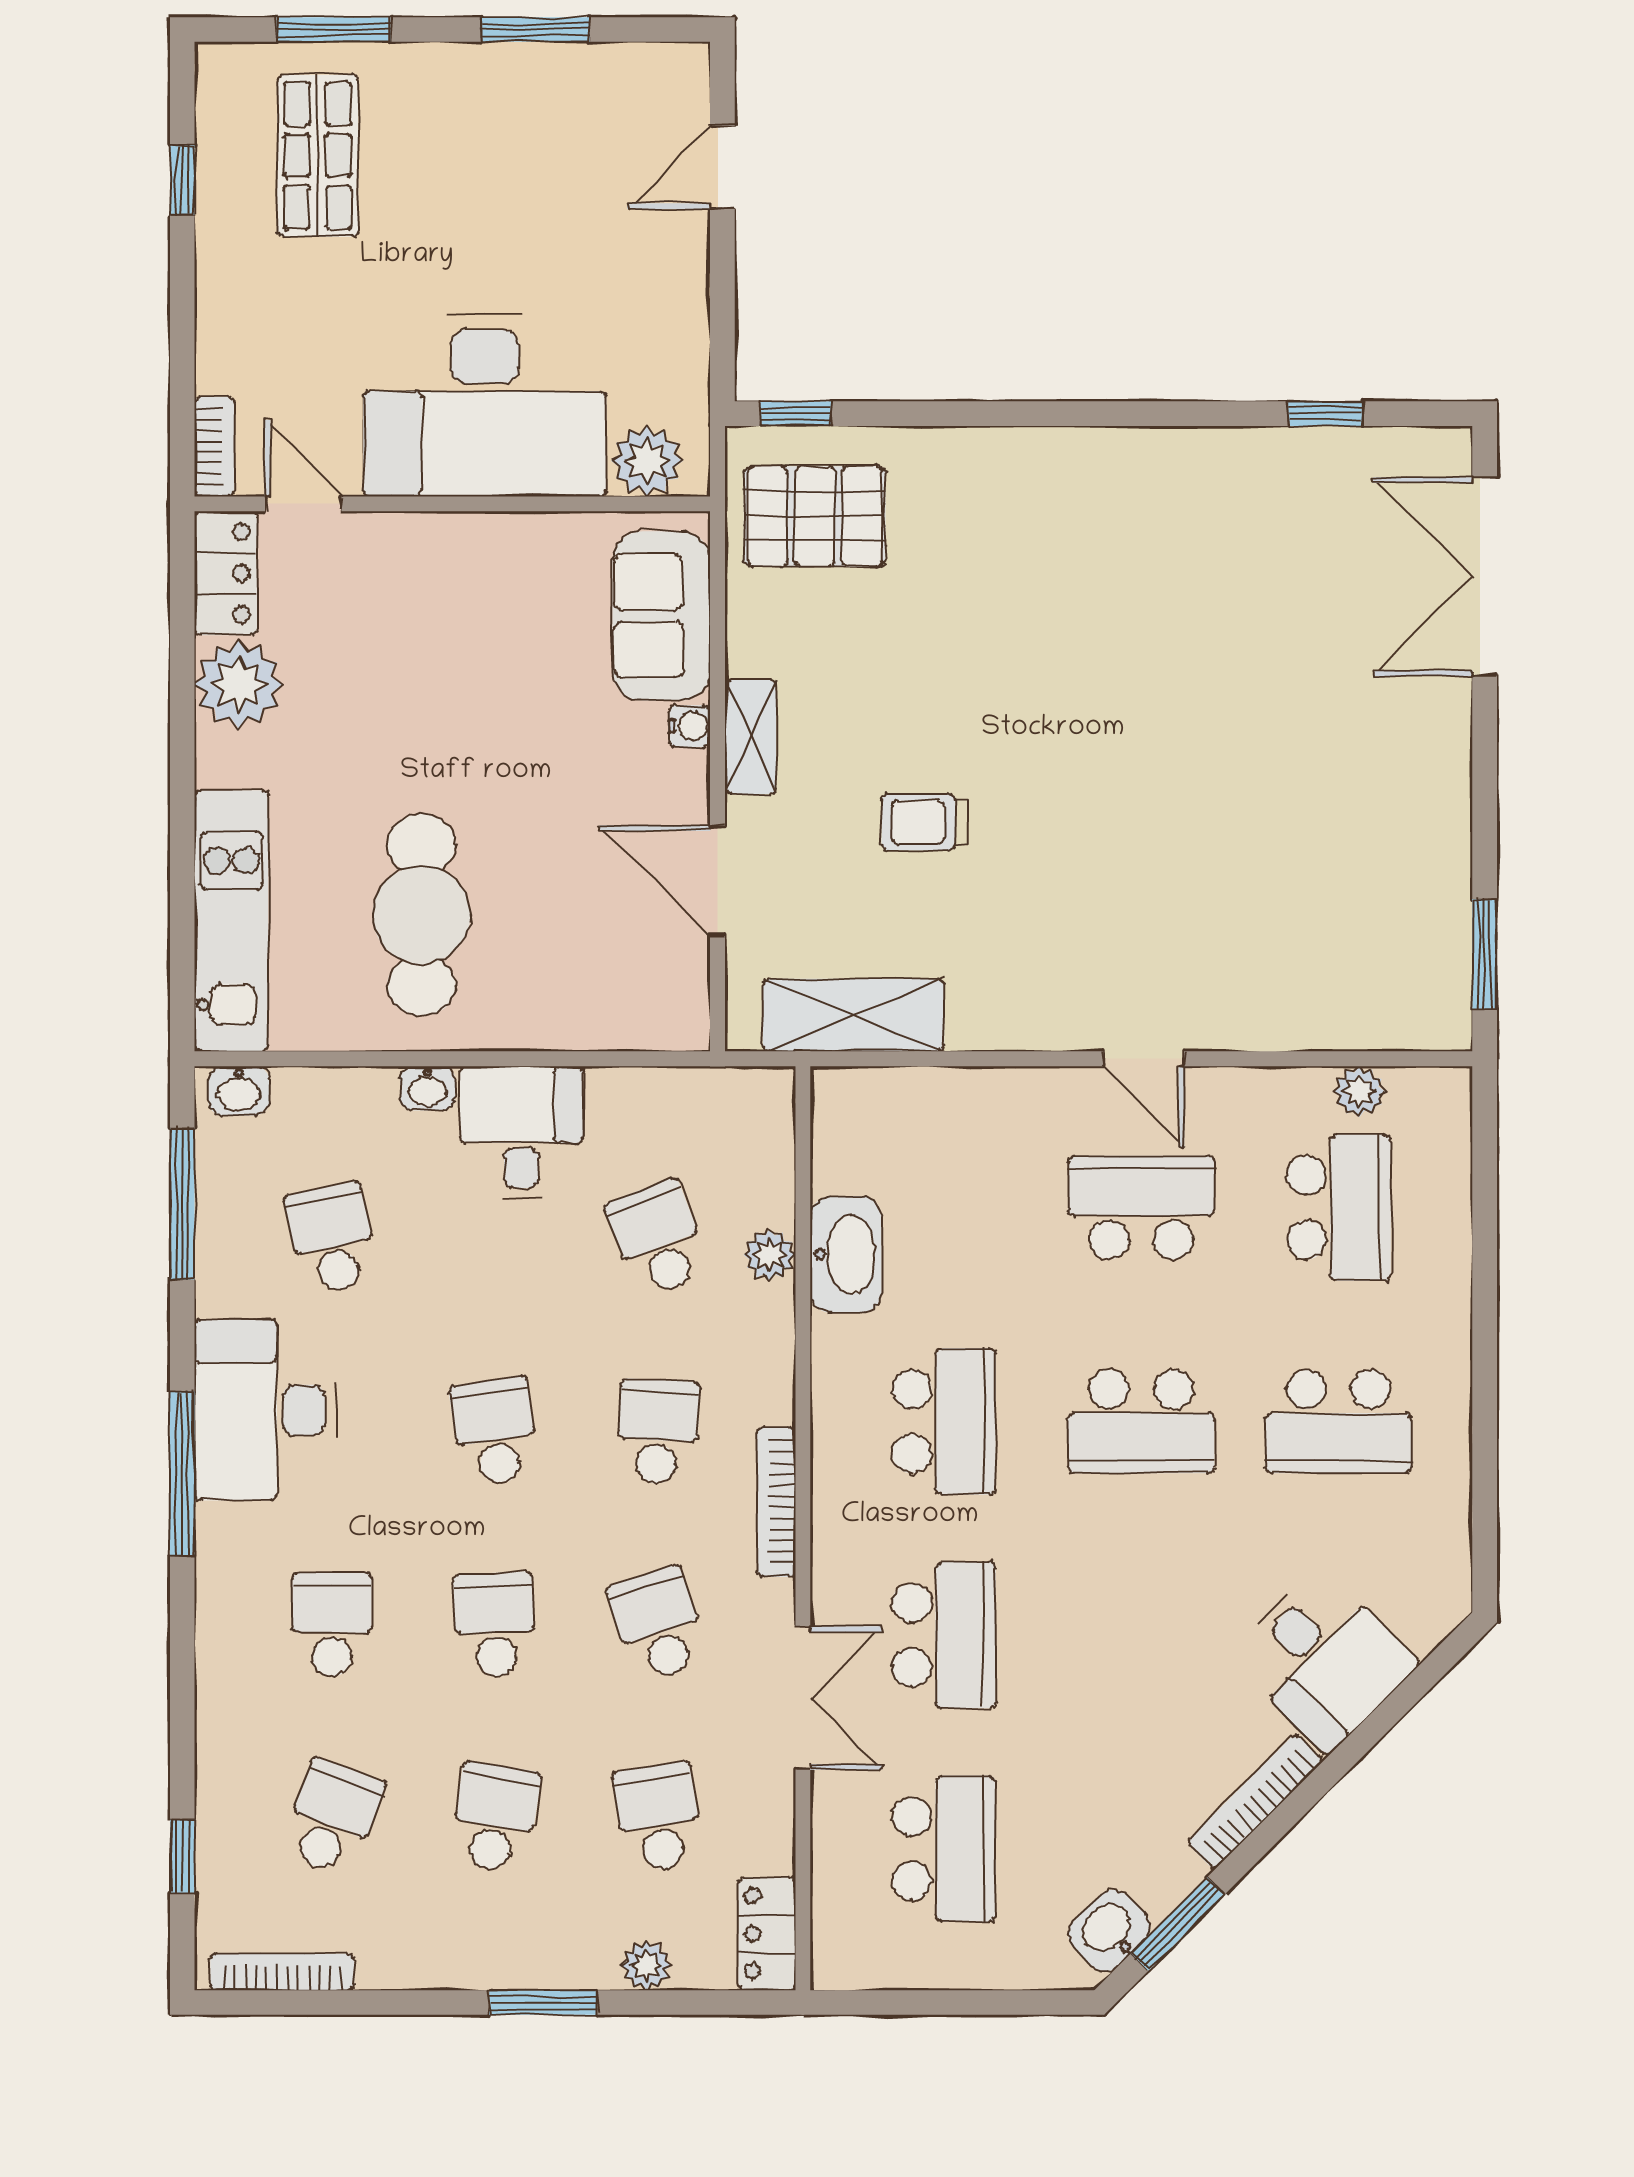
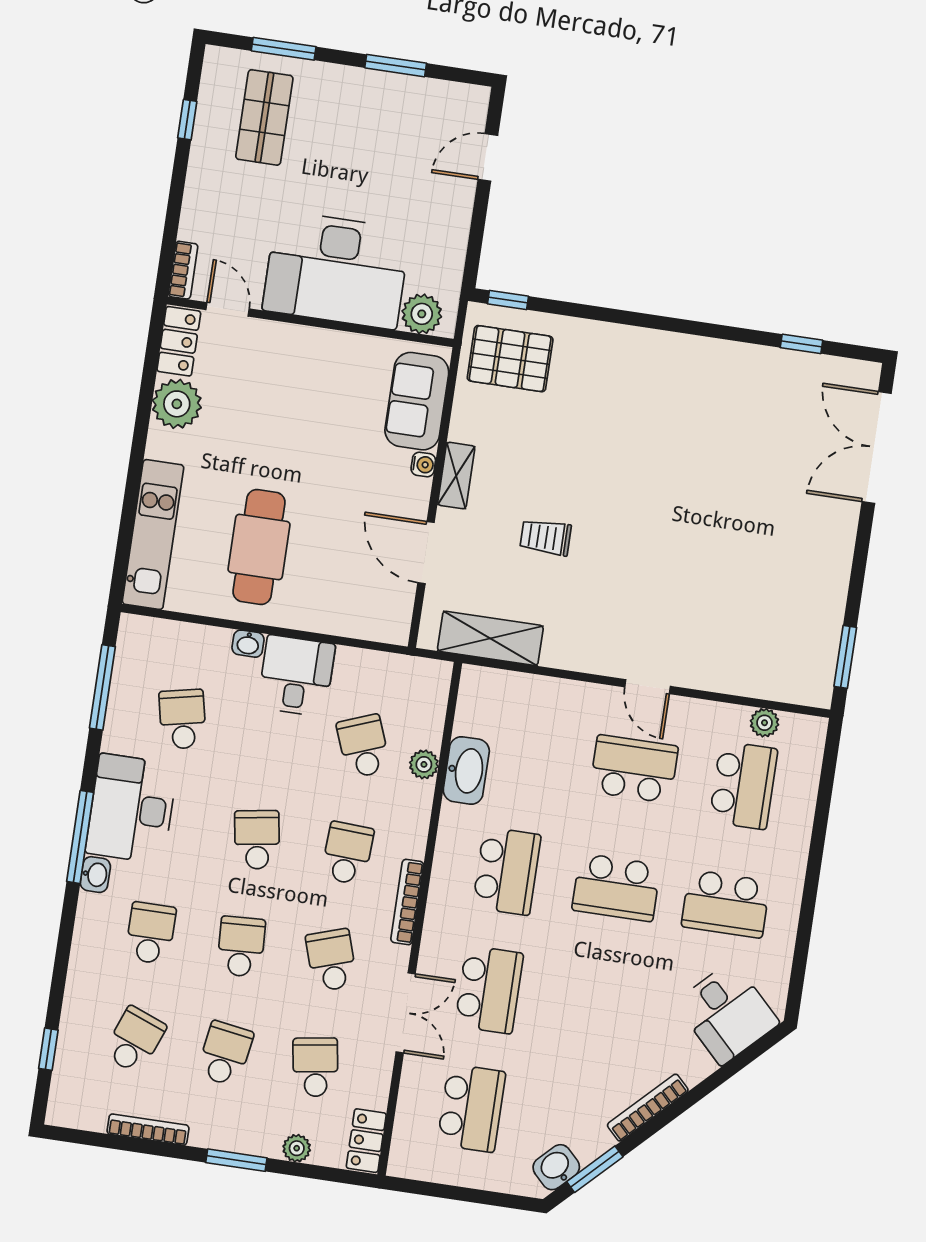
washbasin: (239, 1091) -> (95, 875), moved, turned -90
desk: (1324, 1659) -> (727, 1013), moved
bookcase: (282, 1972) -> (148, 1130), moved

